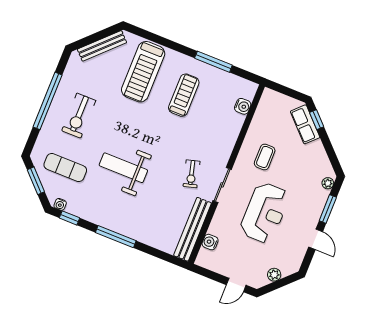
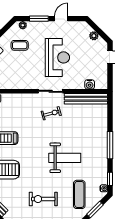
exercise bike: (79, 116) -> (43, 199), turned 180
coffee table: (265, 157) -> (20, 45), moved
weight bench: (123, 168) -> (65, 158), turned -90
reception desk: (265, 213) -> (57, 57), turned 90

